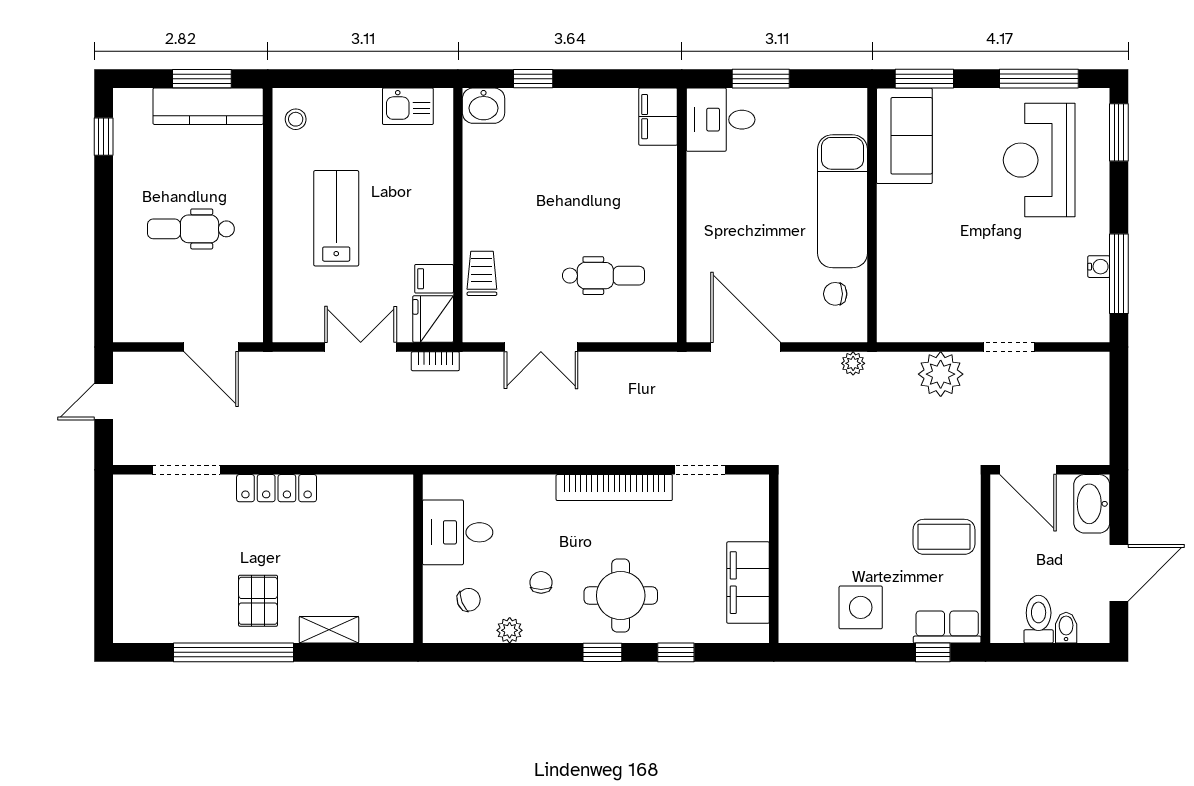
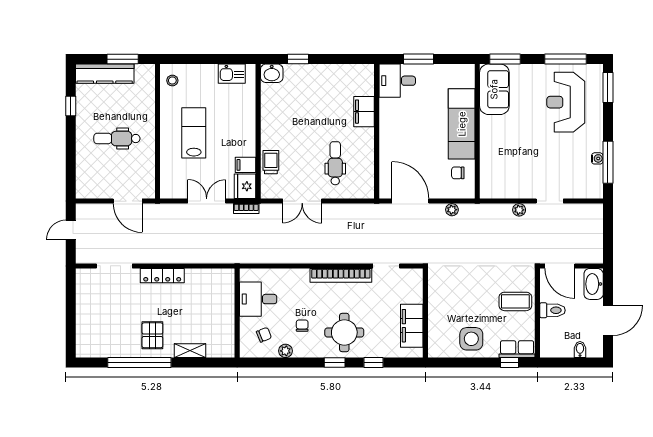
kitchen counter: (208, 106) -> (105, 74), moved
filing cabinet: (658, 117) -> (364, 112), moved
window: (104, 137) -> (71, 106), moved
dental chair: (604, 276) -> (335, 163), turned -90
plant: (853, 363) -> (452, 210), moved
plant: (941, 374) -> (519, 210), width x0.53, depth x0.53
toilet: (1039, 619) -> (552, 310), moved, turned 90

